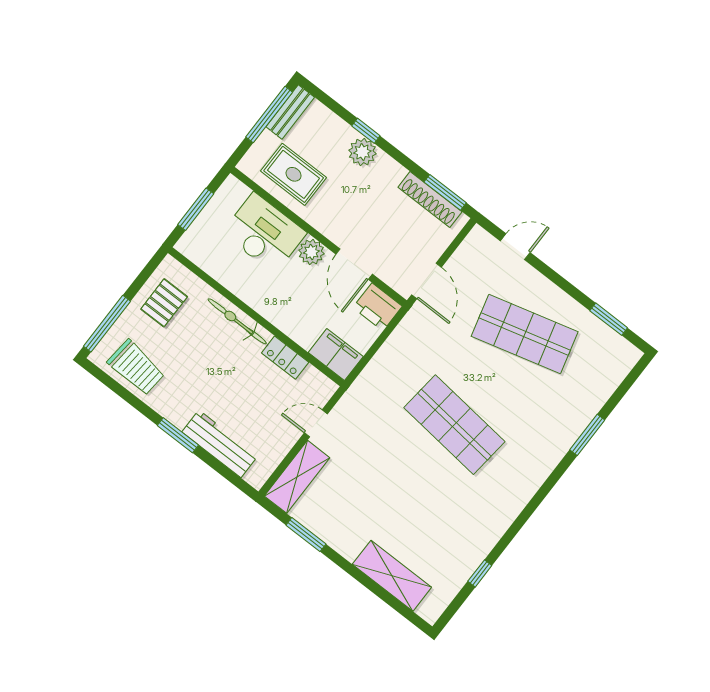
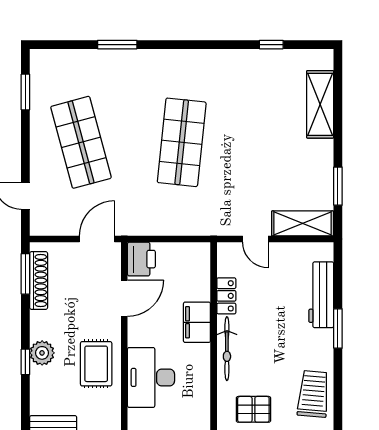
rug: (294, 174) -> (96, 364), moved
plant: (311, 252) -> (139, 334), removed
filing cabinet: (336, 354) -> (197, 322), moved

